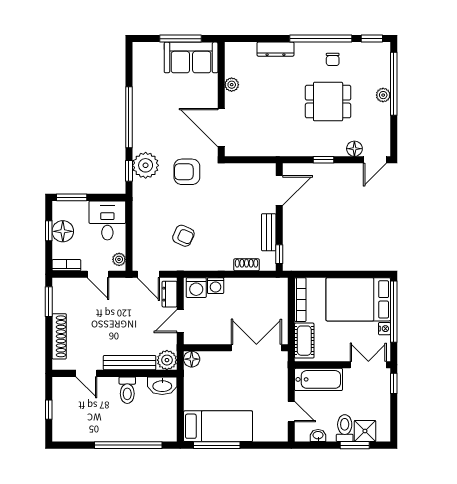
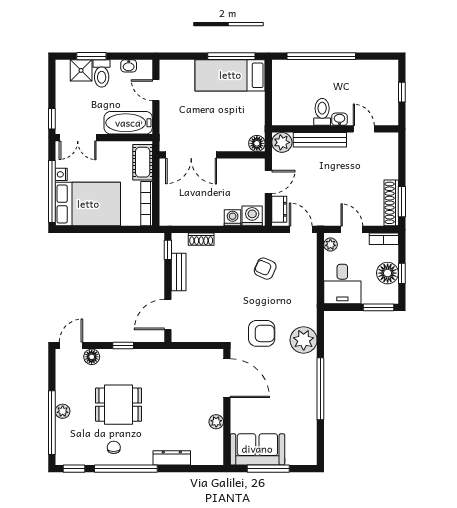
window: (129, 171) -> (320, 334), removed
shoe rack: (59, 336) -> (391, 203), moved
washbasin: (162, 386) -> (339, 119), moved, width x0.52, depth x0.69

